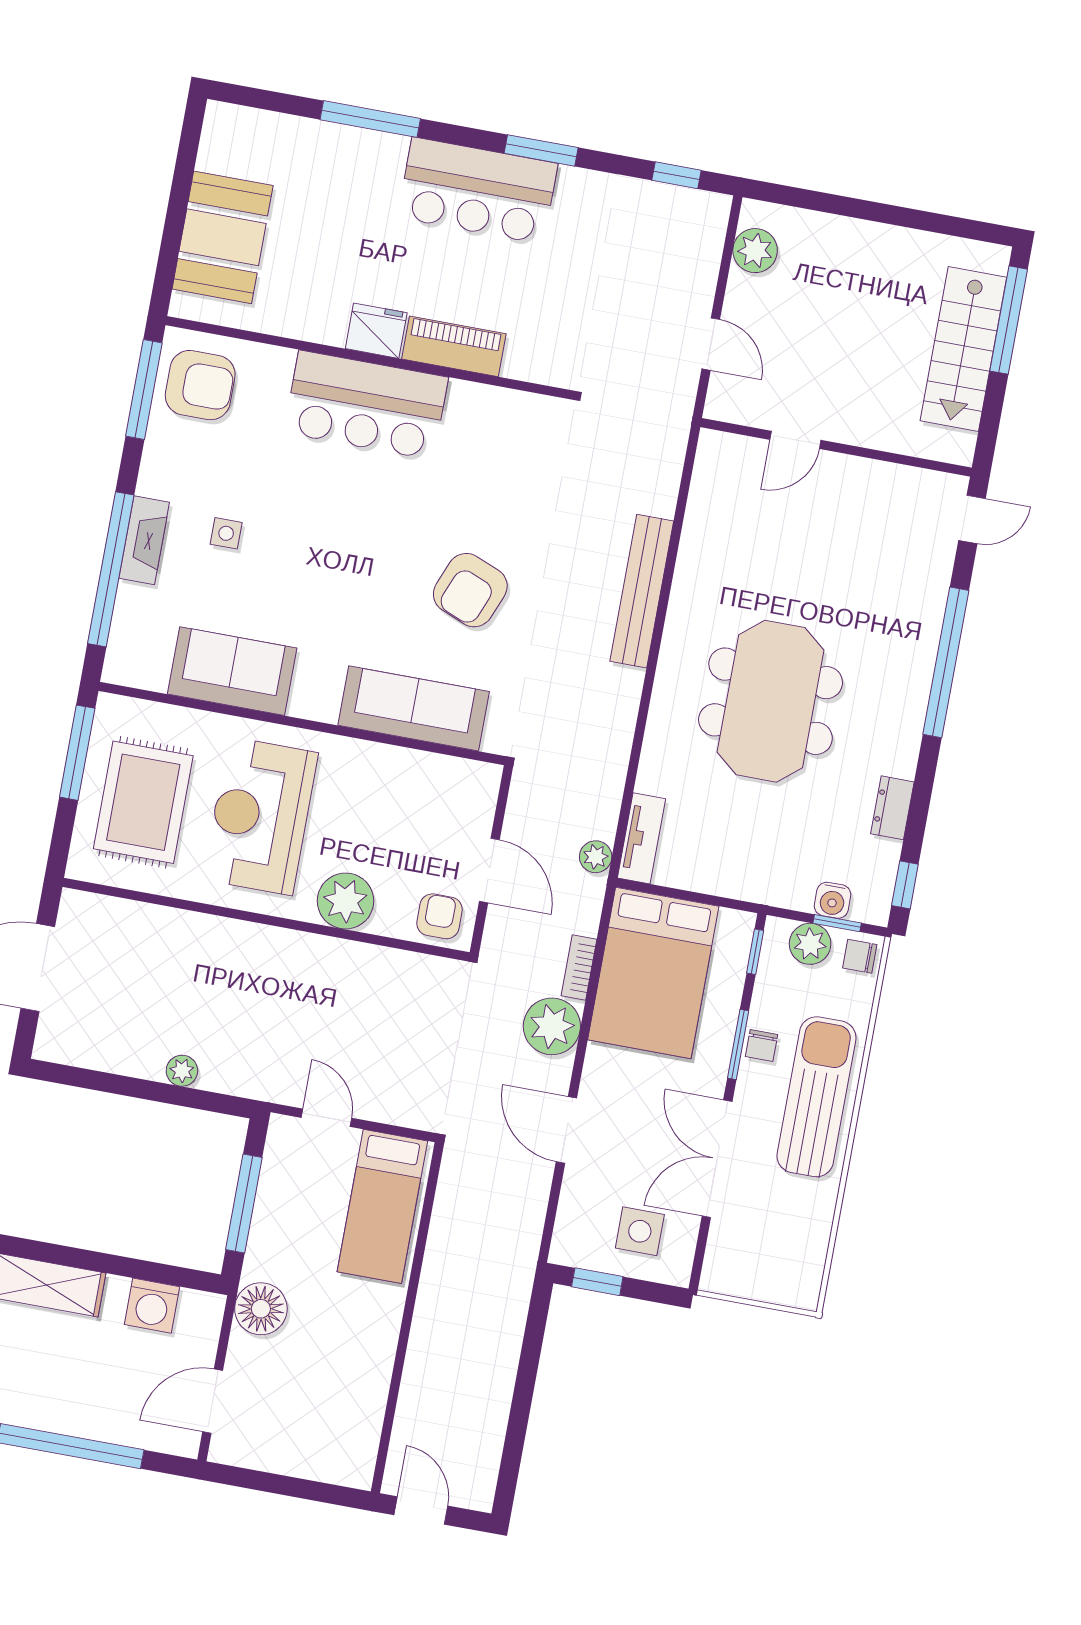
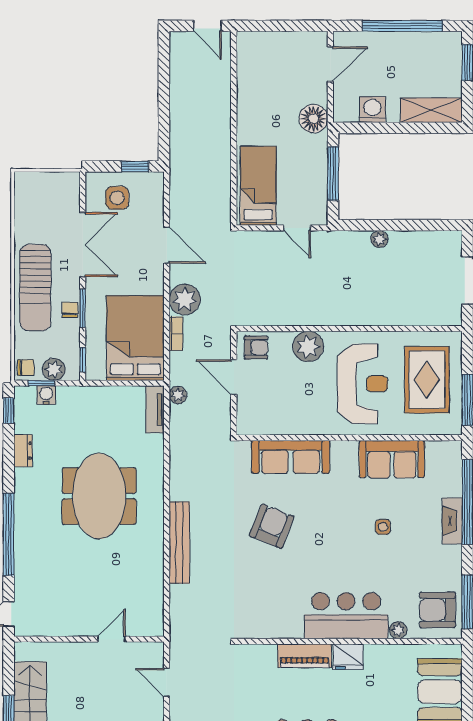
plant: (277, 362) -> (398, 630), added
side table: (226, 533) -> (383, 527), moved
armchair: (439, 916) -> (256, 348), turned -90

